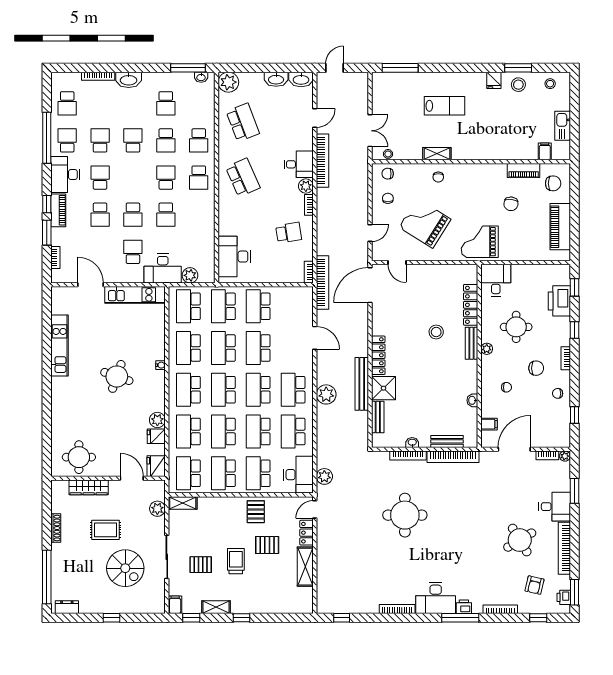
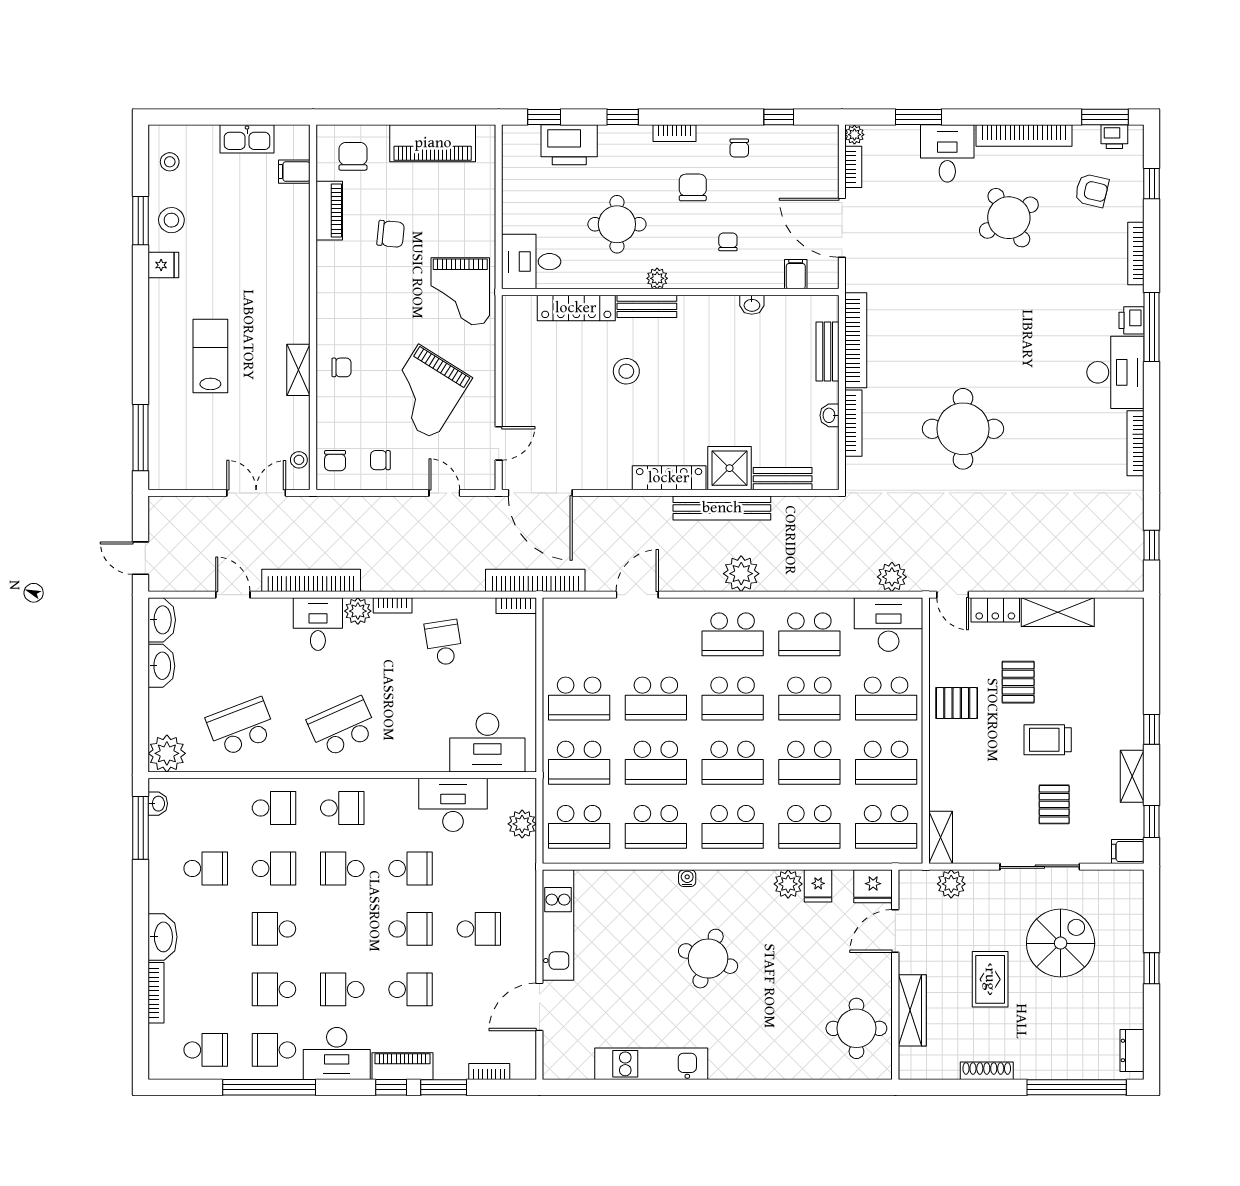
school desk: (133, 252) -> (479, 929), turned 180
desk: (163, 269) -> (453, 805), moved, turned -90

